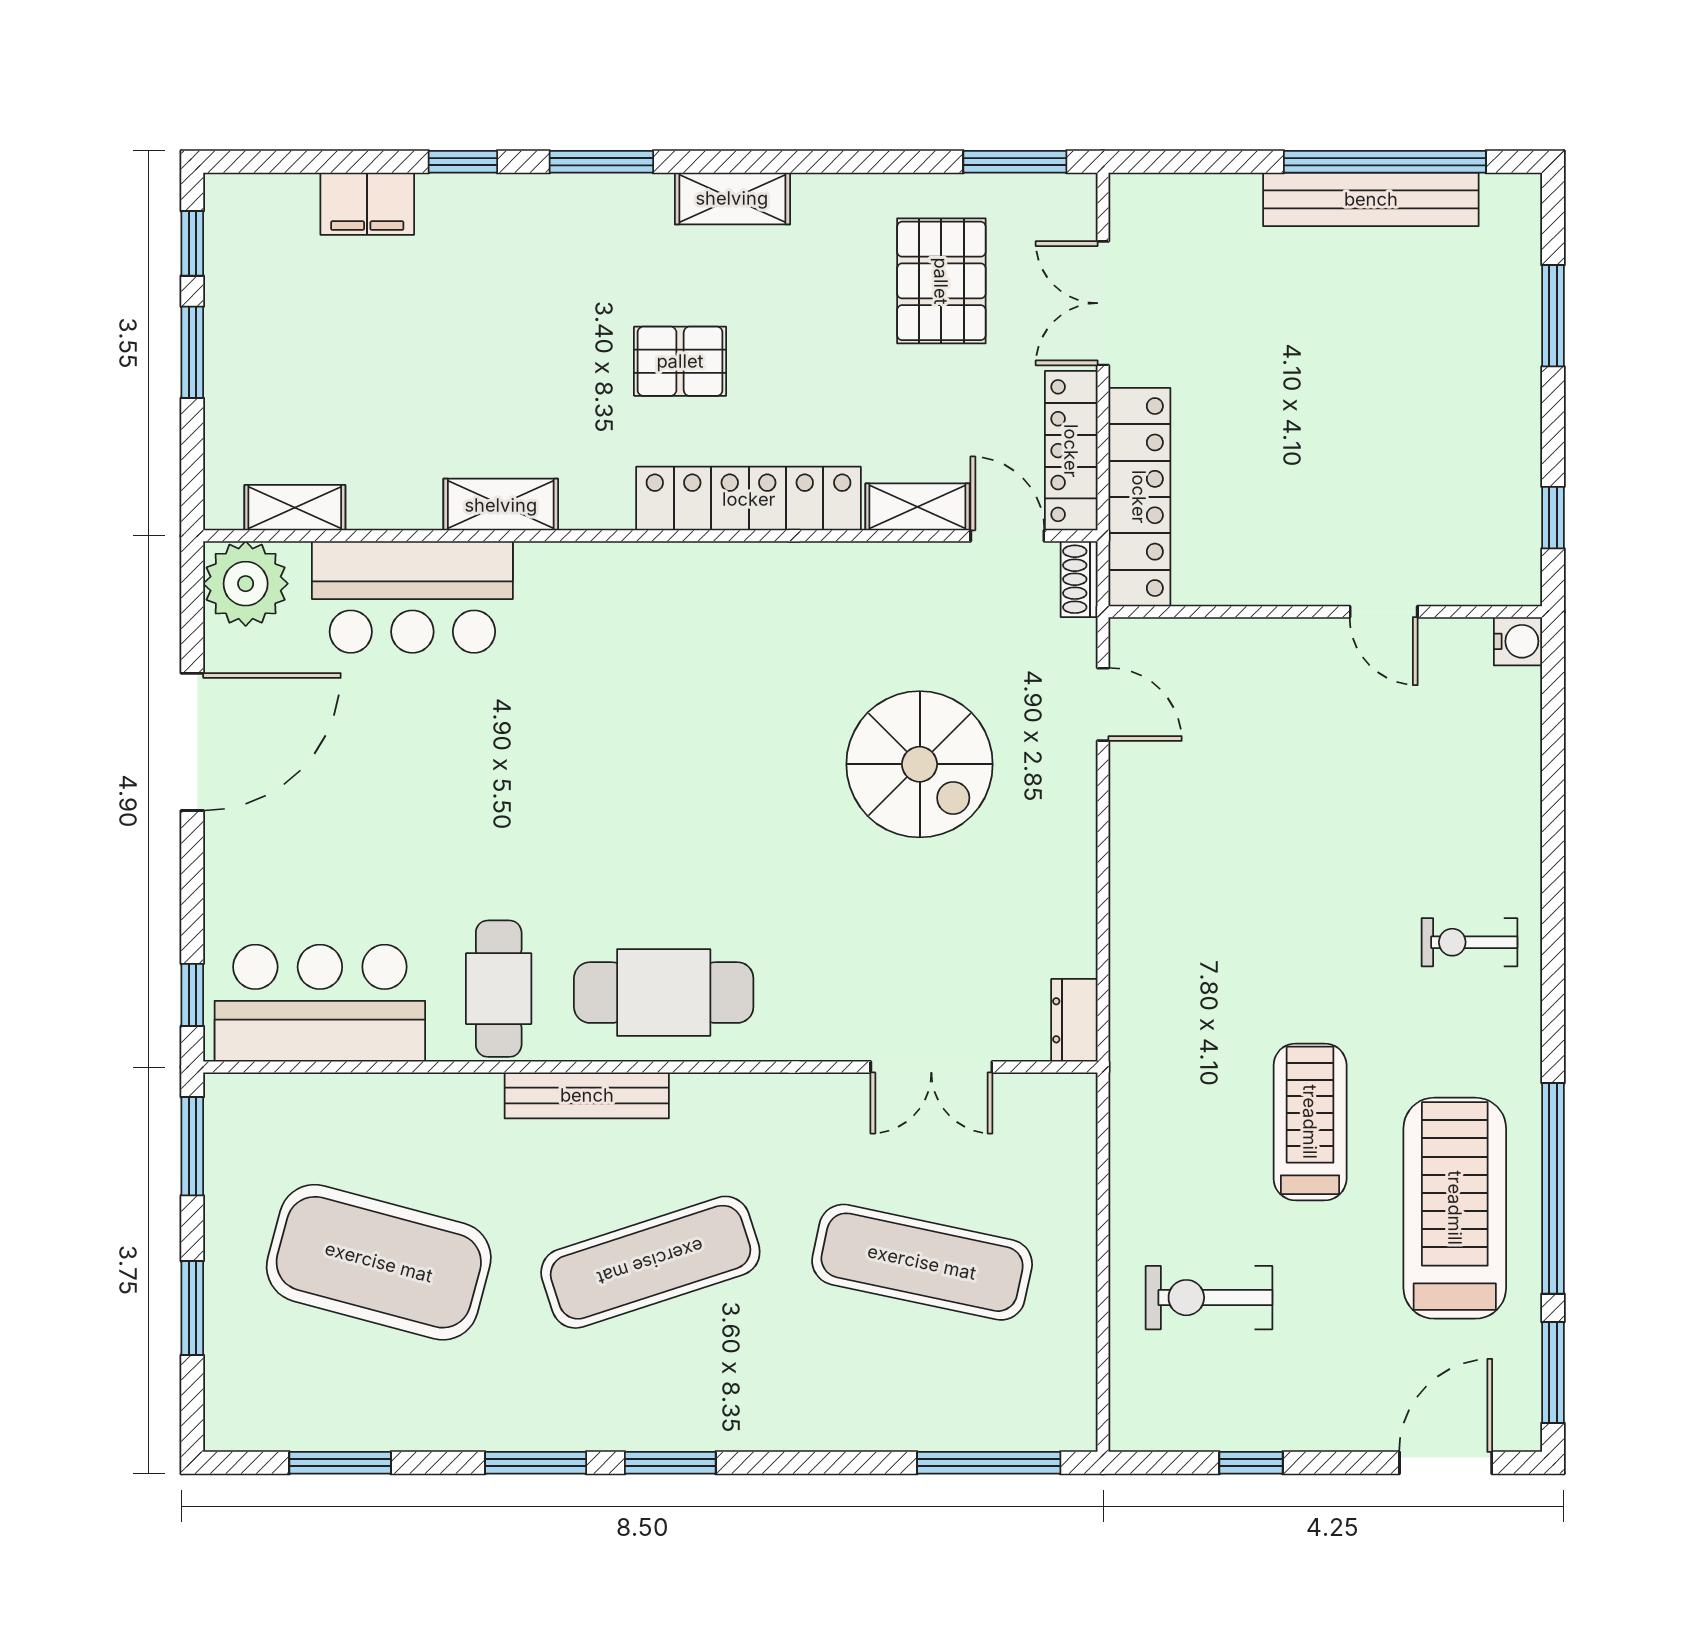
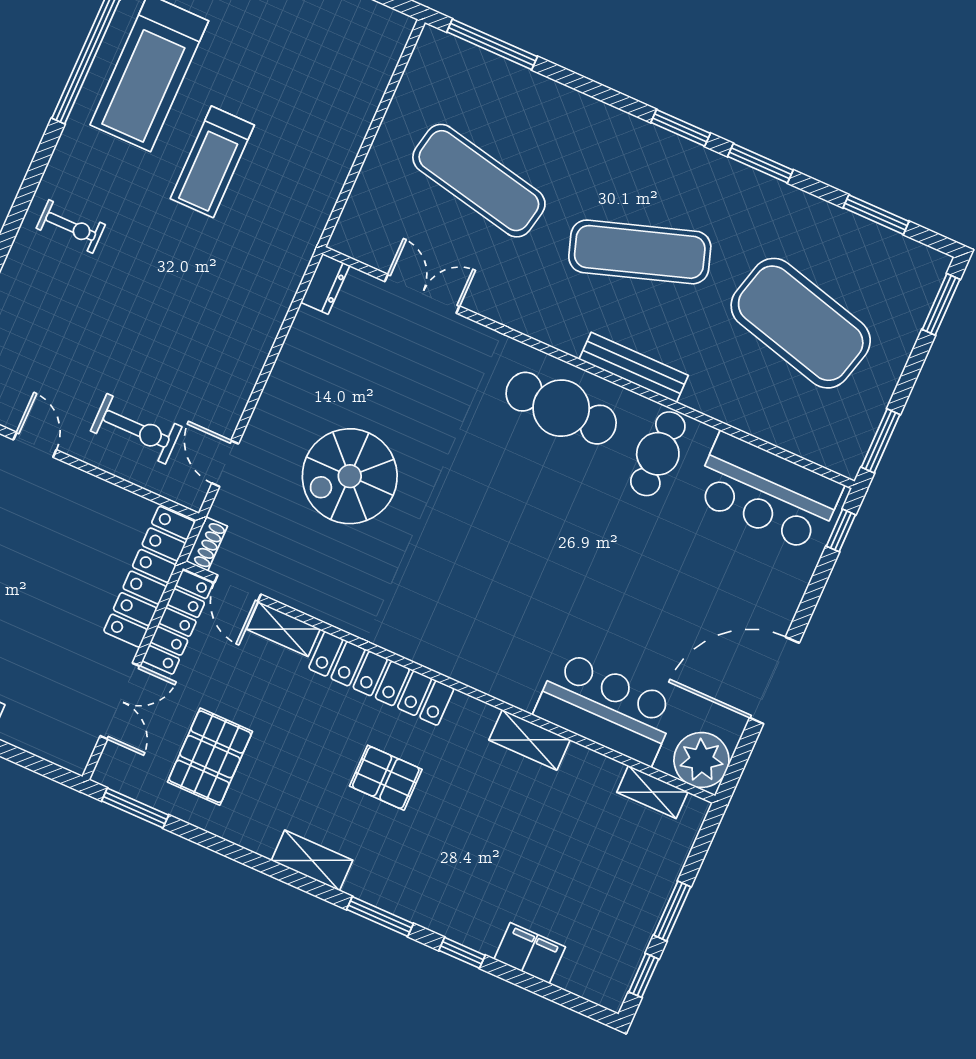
spiral stairs: (920, 764) -> (350, 476), turned -90
exercise bike: (1209, 1298) -> (136, 429), moved
window: (192, 1308) -> (941, 304), moved

